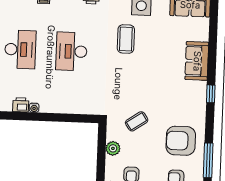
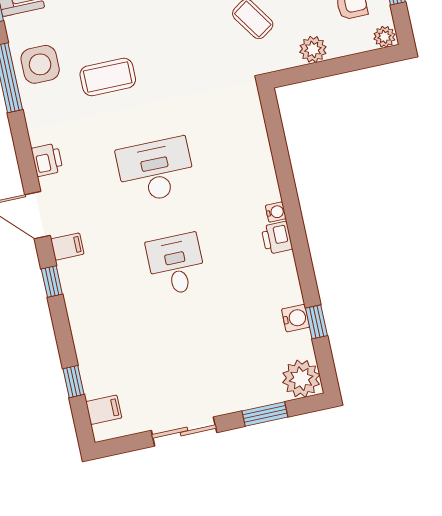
desk: (20, 49) -> (176, 264), width x0.73
desk: (71, 51) -> (156, 170), turned 180

